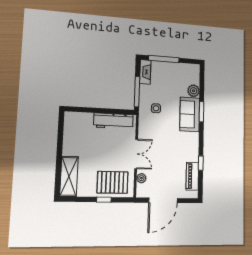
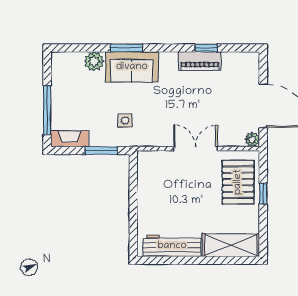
window: (137, 92) -> (101, 150), width x0.69
workbench: (113, 121) -> (172, 246), moved, turned -90
piano: (192, 176) -> (200, 61), moved
plant: (141, 178) -> (252, 140), moved

